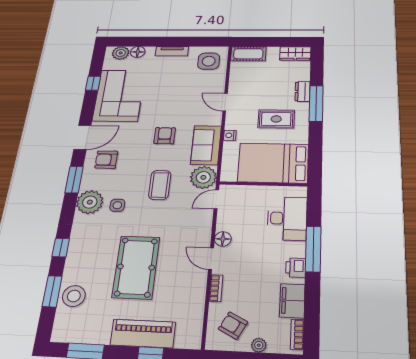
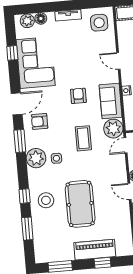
stool: (74, 296) -> (46, 200), moved

